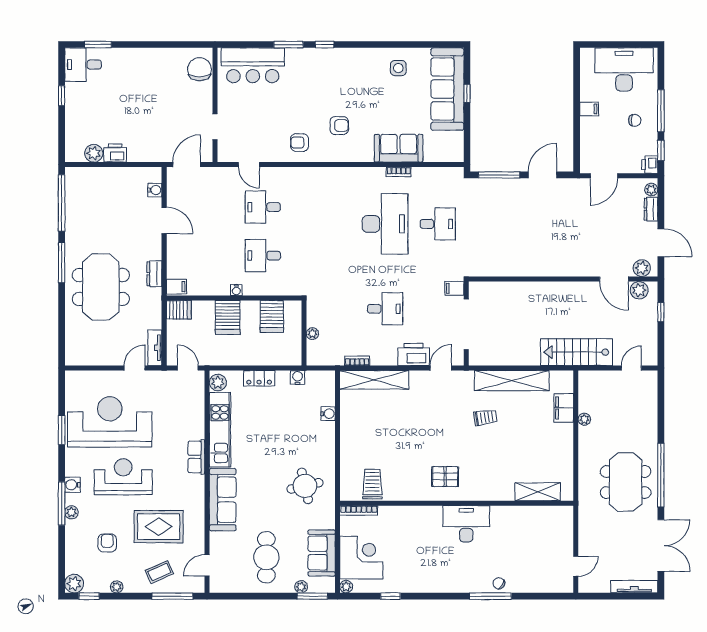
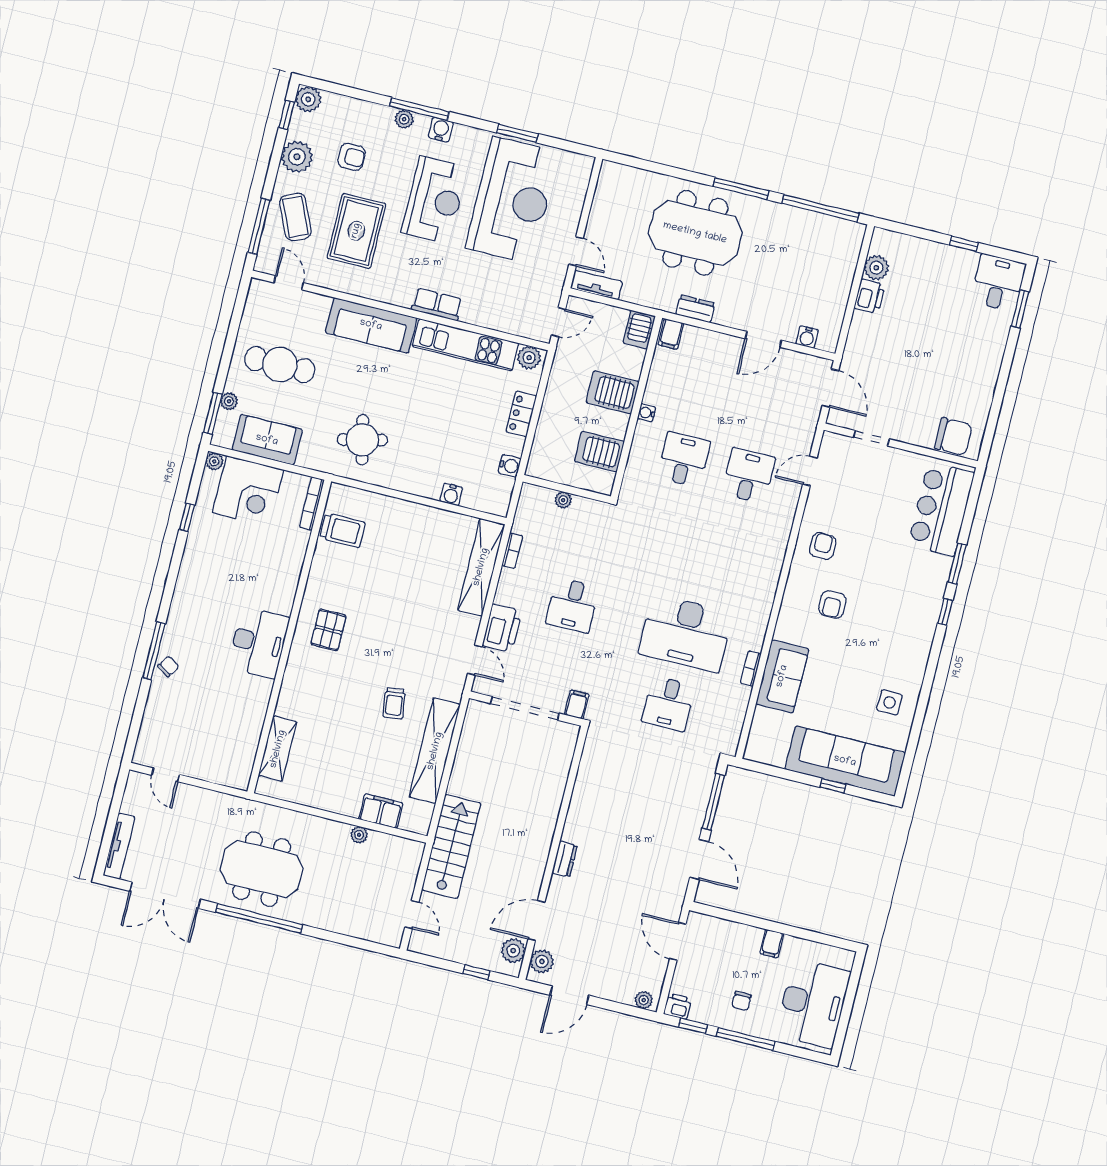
dresser: (651, 209) -> (565, 859), moved, turned 90
coffee table: (159, 572) -> (295, 217), width x1.36, depth x1.30
plant: (117, 587) -> (297, 157), width x1.88, depth x1.88

